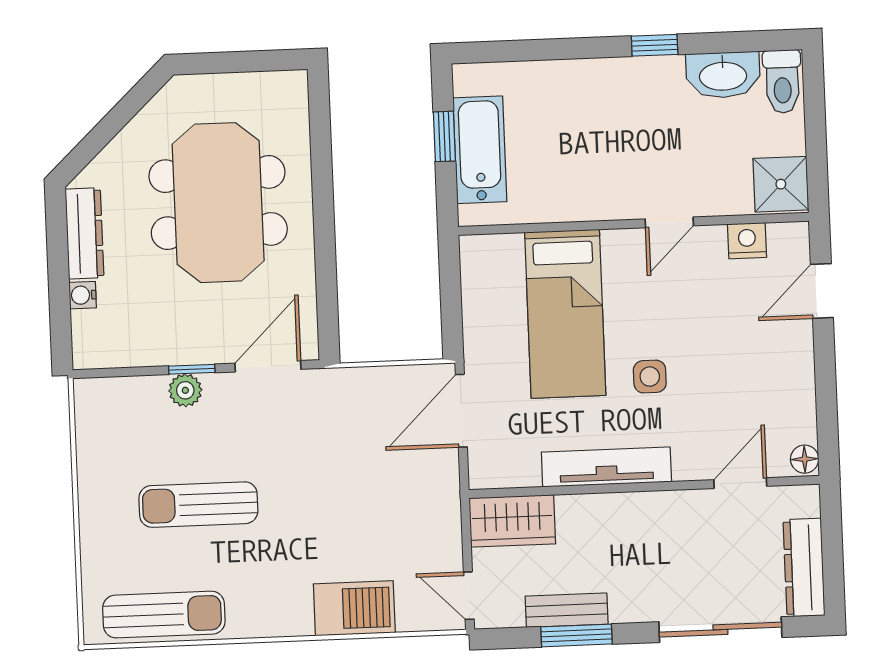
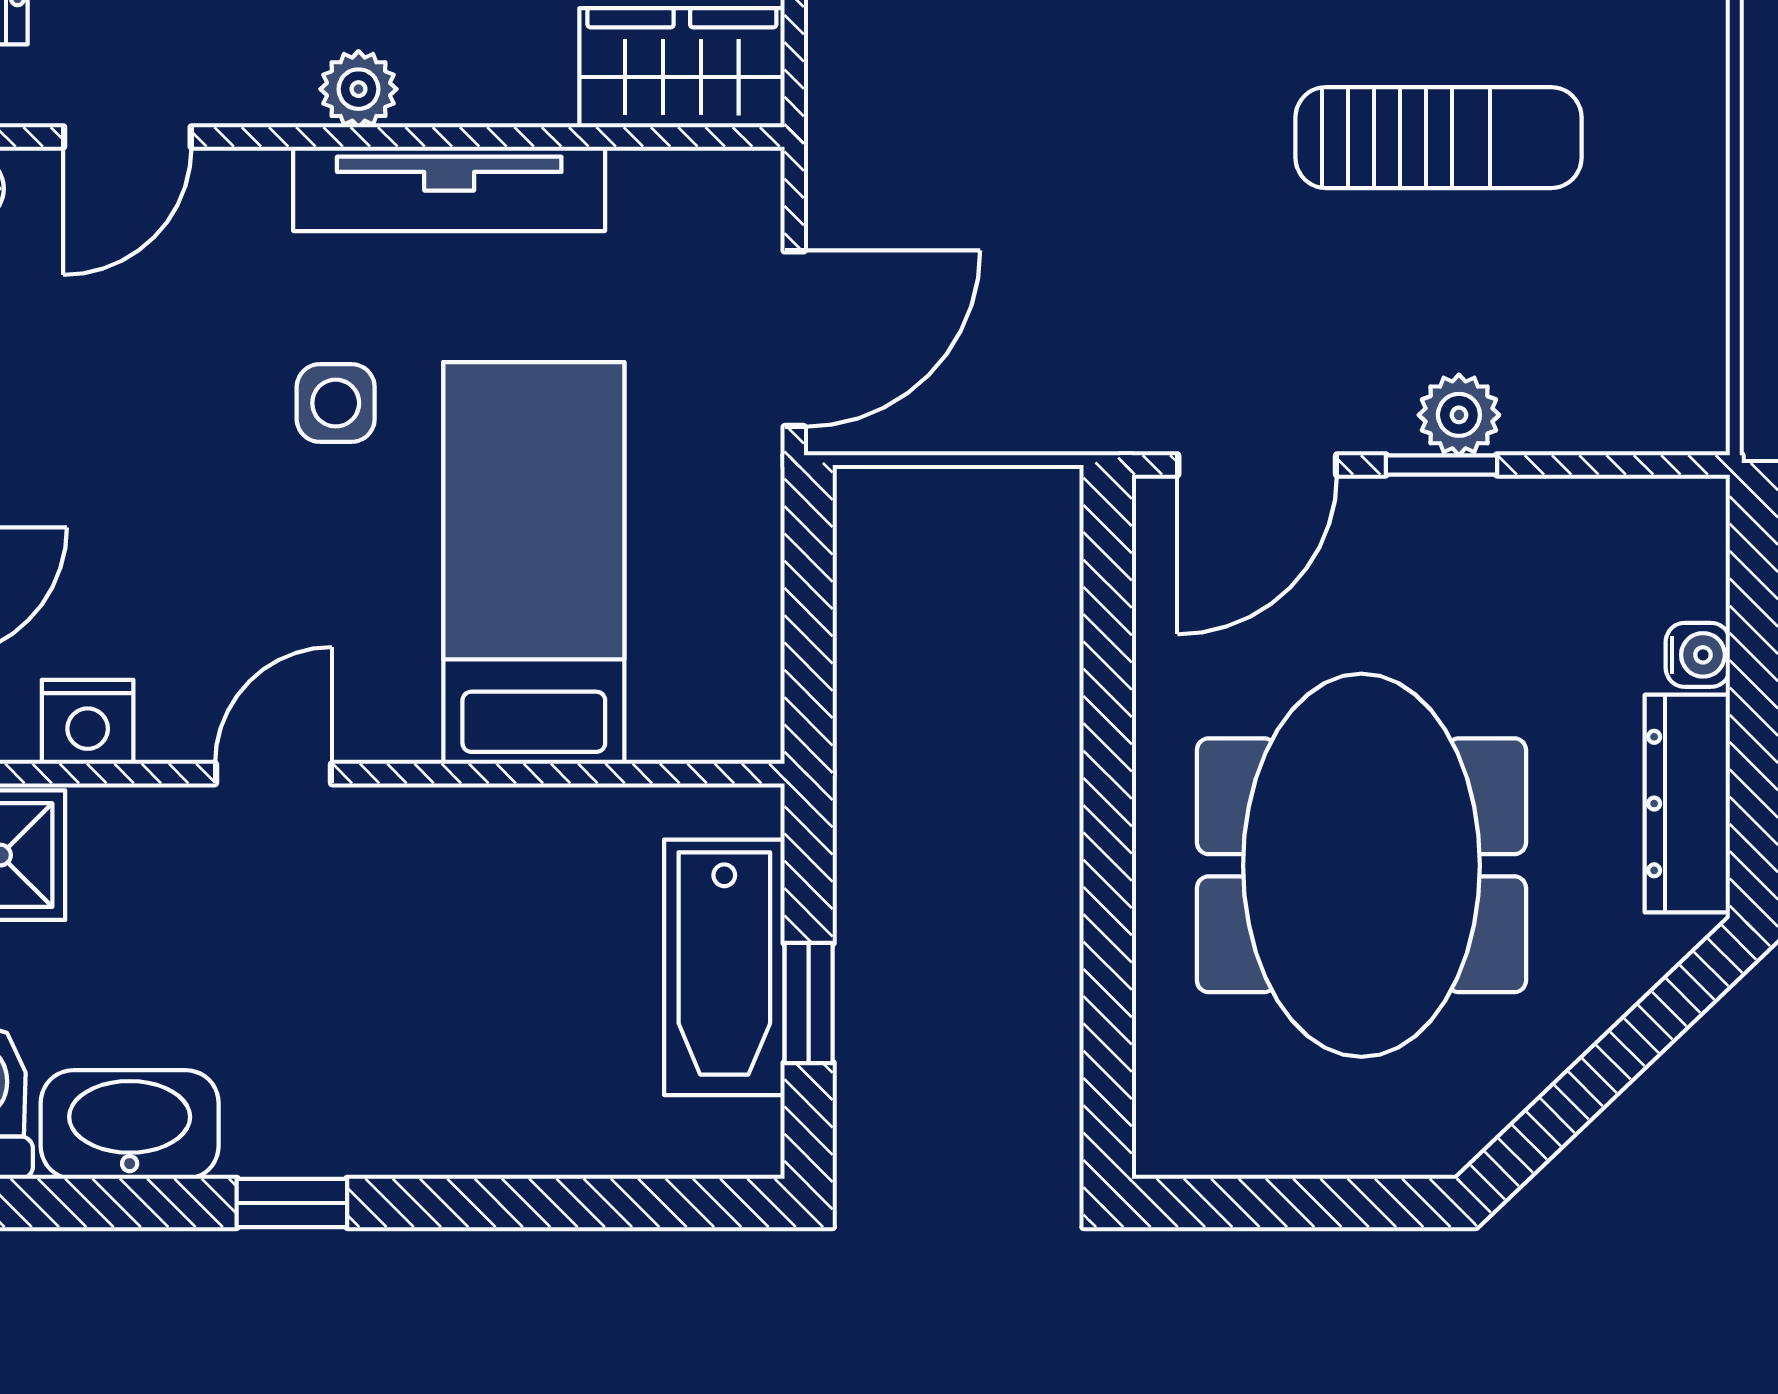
plant: (646, 507) -> (359, 89), added

